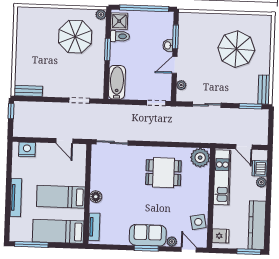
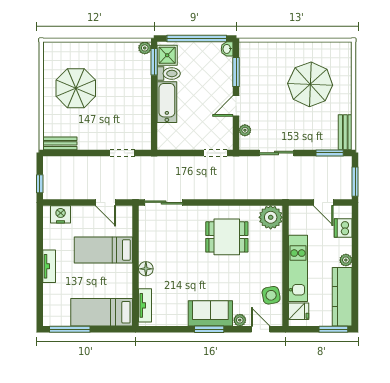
parasol: (75, 37) -> (76, 88), moved
washbasin: (168, 45) -> (227, 49), moved
window: (107, 49) -> (154, 62), moved
bathtub: (117, 82) -> (167, 102), moved
window: (11, 111) -> (40, 184), moved
window: (271, 130) -> (355, 182), added
kitchen unit: (222, 177) -> (298, 268), moved
plant: (261, 182) -> (346, 260), moved
tv unit: (16, 197) -> (49, 266), width x0.71
bed: (61, 197) -> (103, 250), moved

